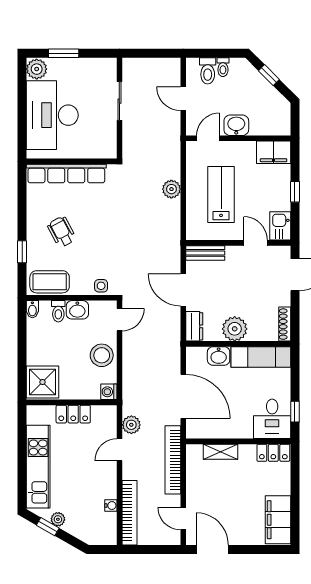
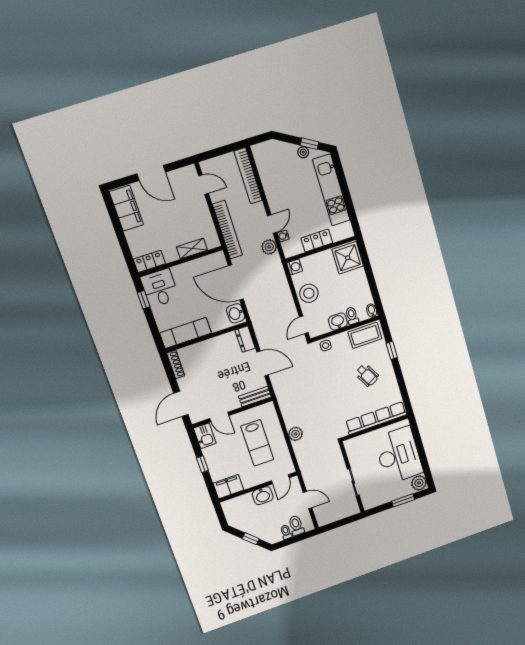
plant: (235, 329) -> (213, 348), removed
washbasin: (219, 356) -> (236, 313), moved, turned -90
water cooler: (111, 506) -> (283, 236), moved
door: (212, 549) -> (151, 173), moved

